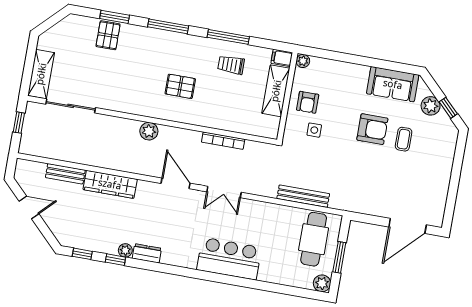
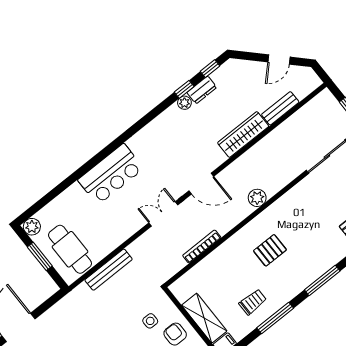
dresser: (147, 253) -> (202, 90), moved

